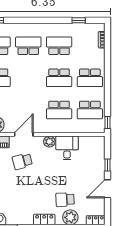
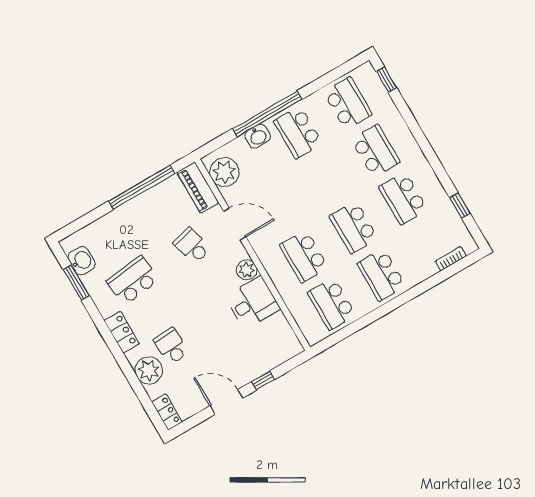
school desk: (59, 46) -> (403, 198), turned 180
window: (108, 123) -> (328, 342), removed
school desk: (22, 200) -> (133, 280), added

